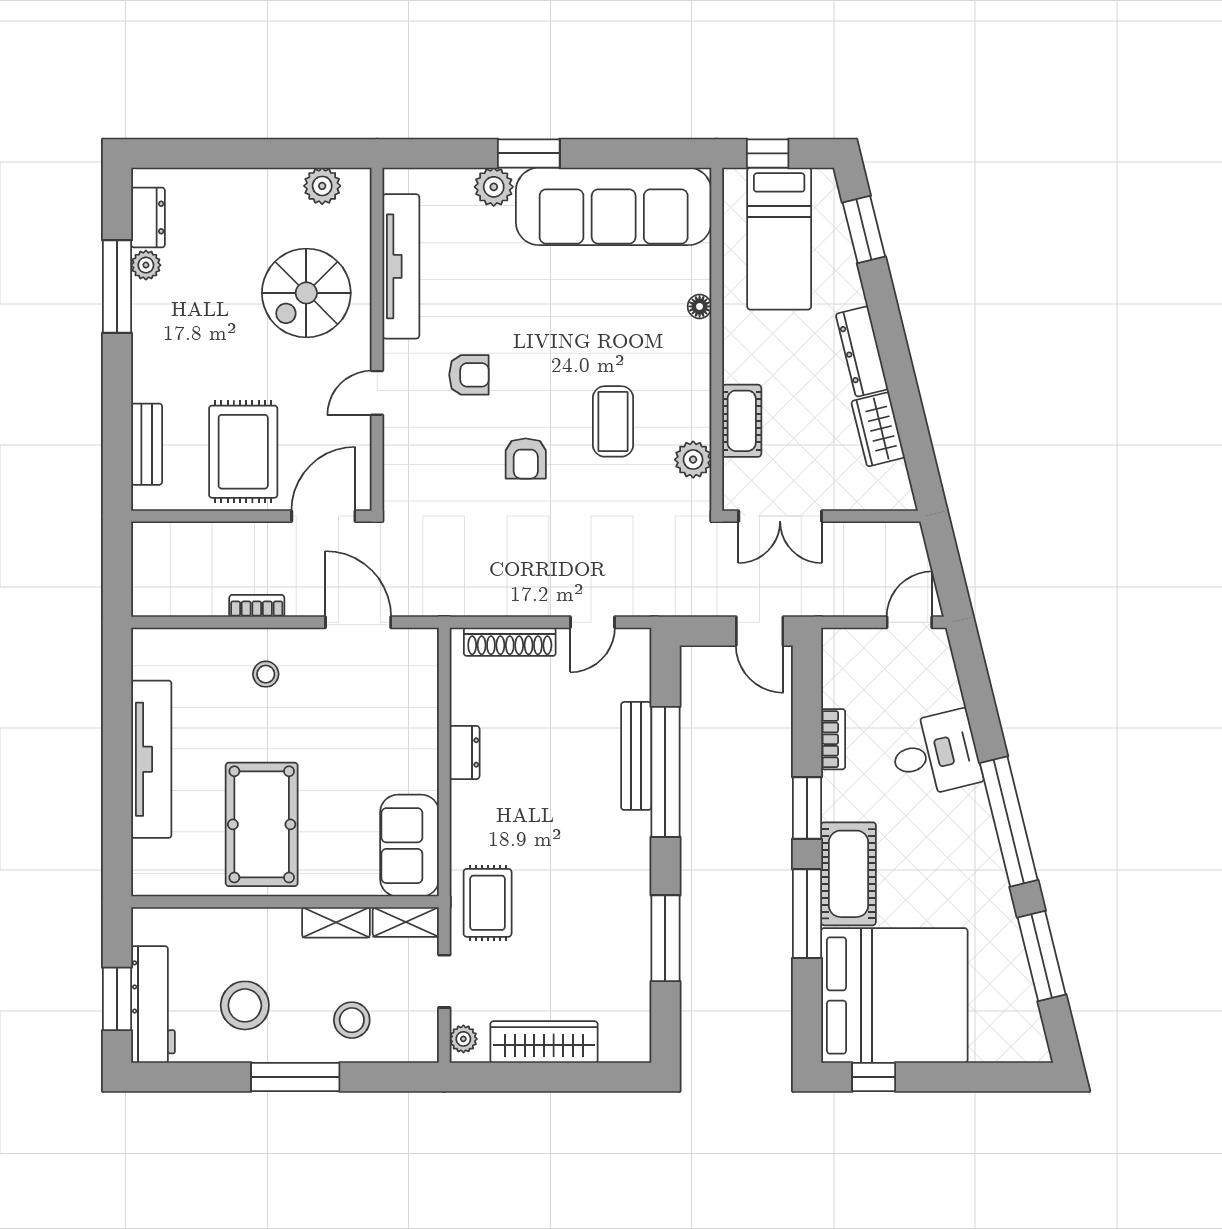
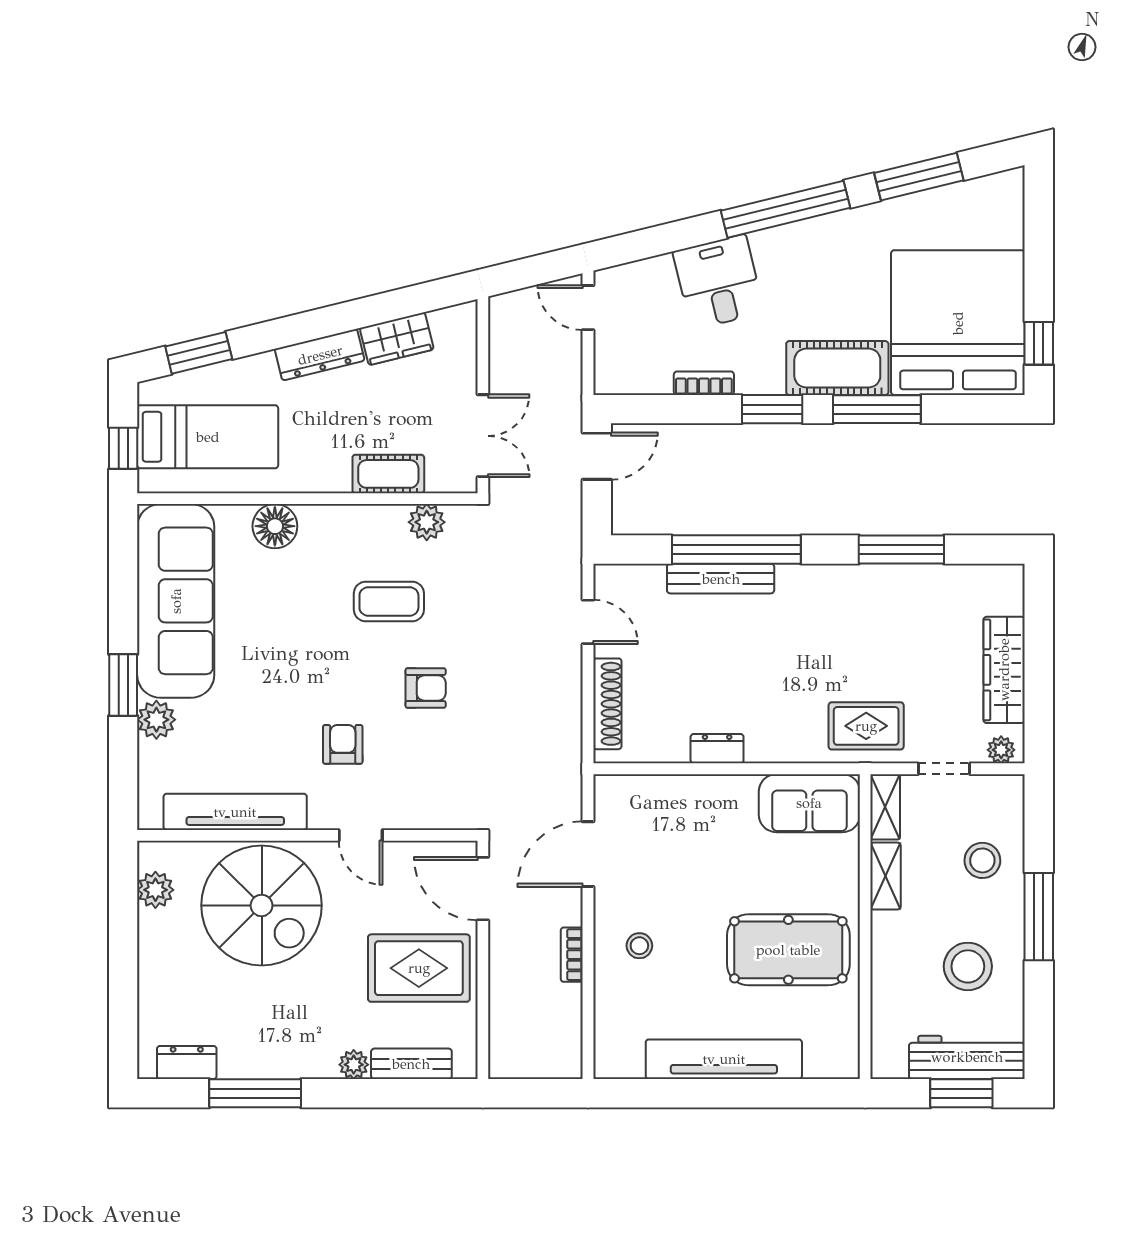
plant: (146, 265) -> (354, 1065), moved
spiral stairs: (306, 293) -> (262, 905), width x1.37, depth x1.37
floor lamp: (700, 306) -> (275, 526), width x1.89, depth x1.89

